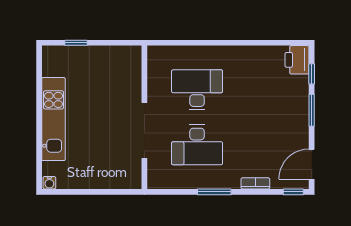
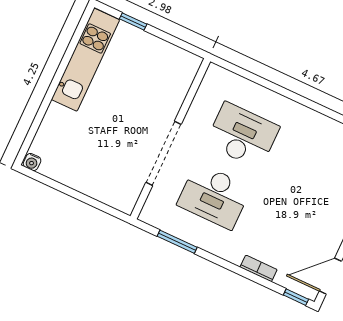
kitchen unit: (53, 119) -> (85, 60), moved
window: (214, 192) -> (177, 242), moved

